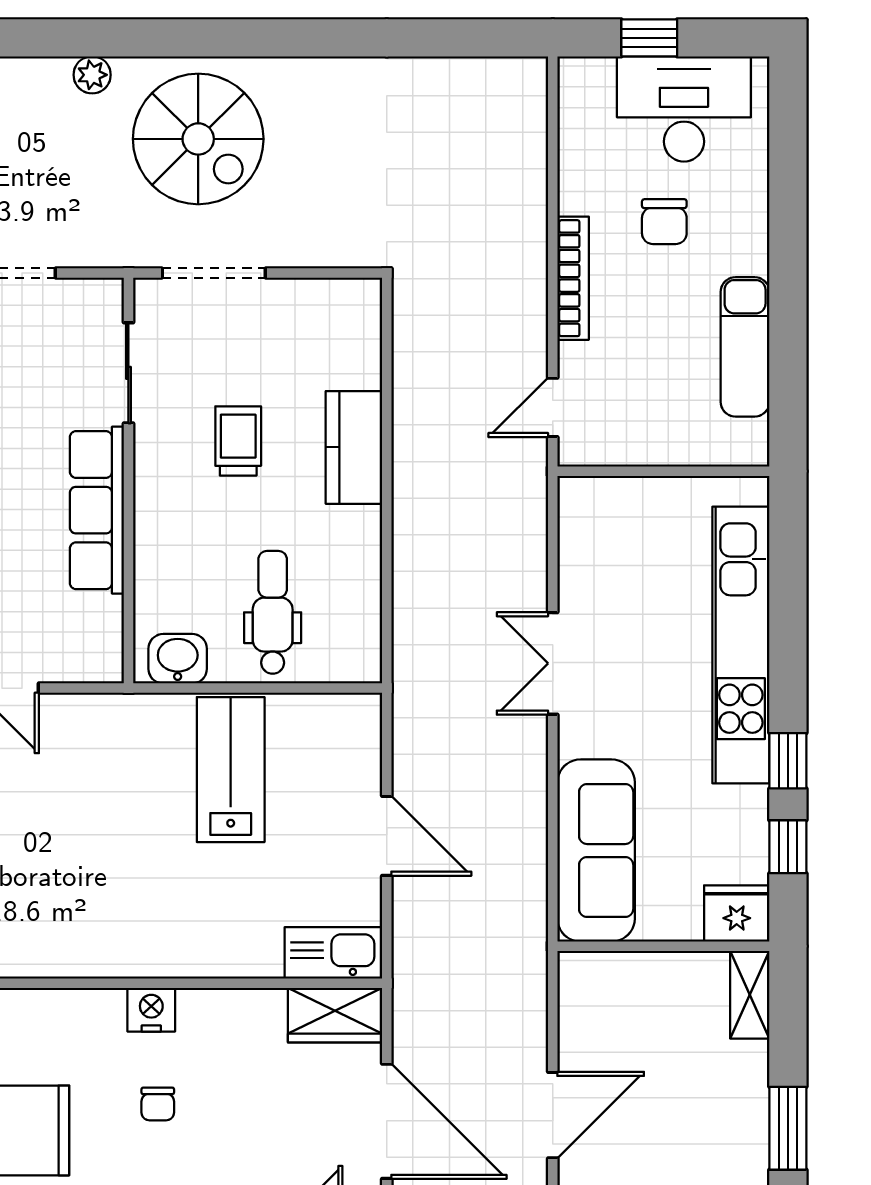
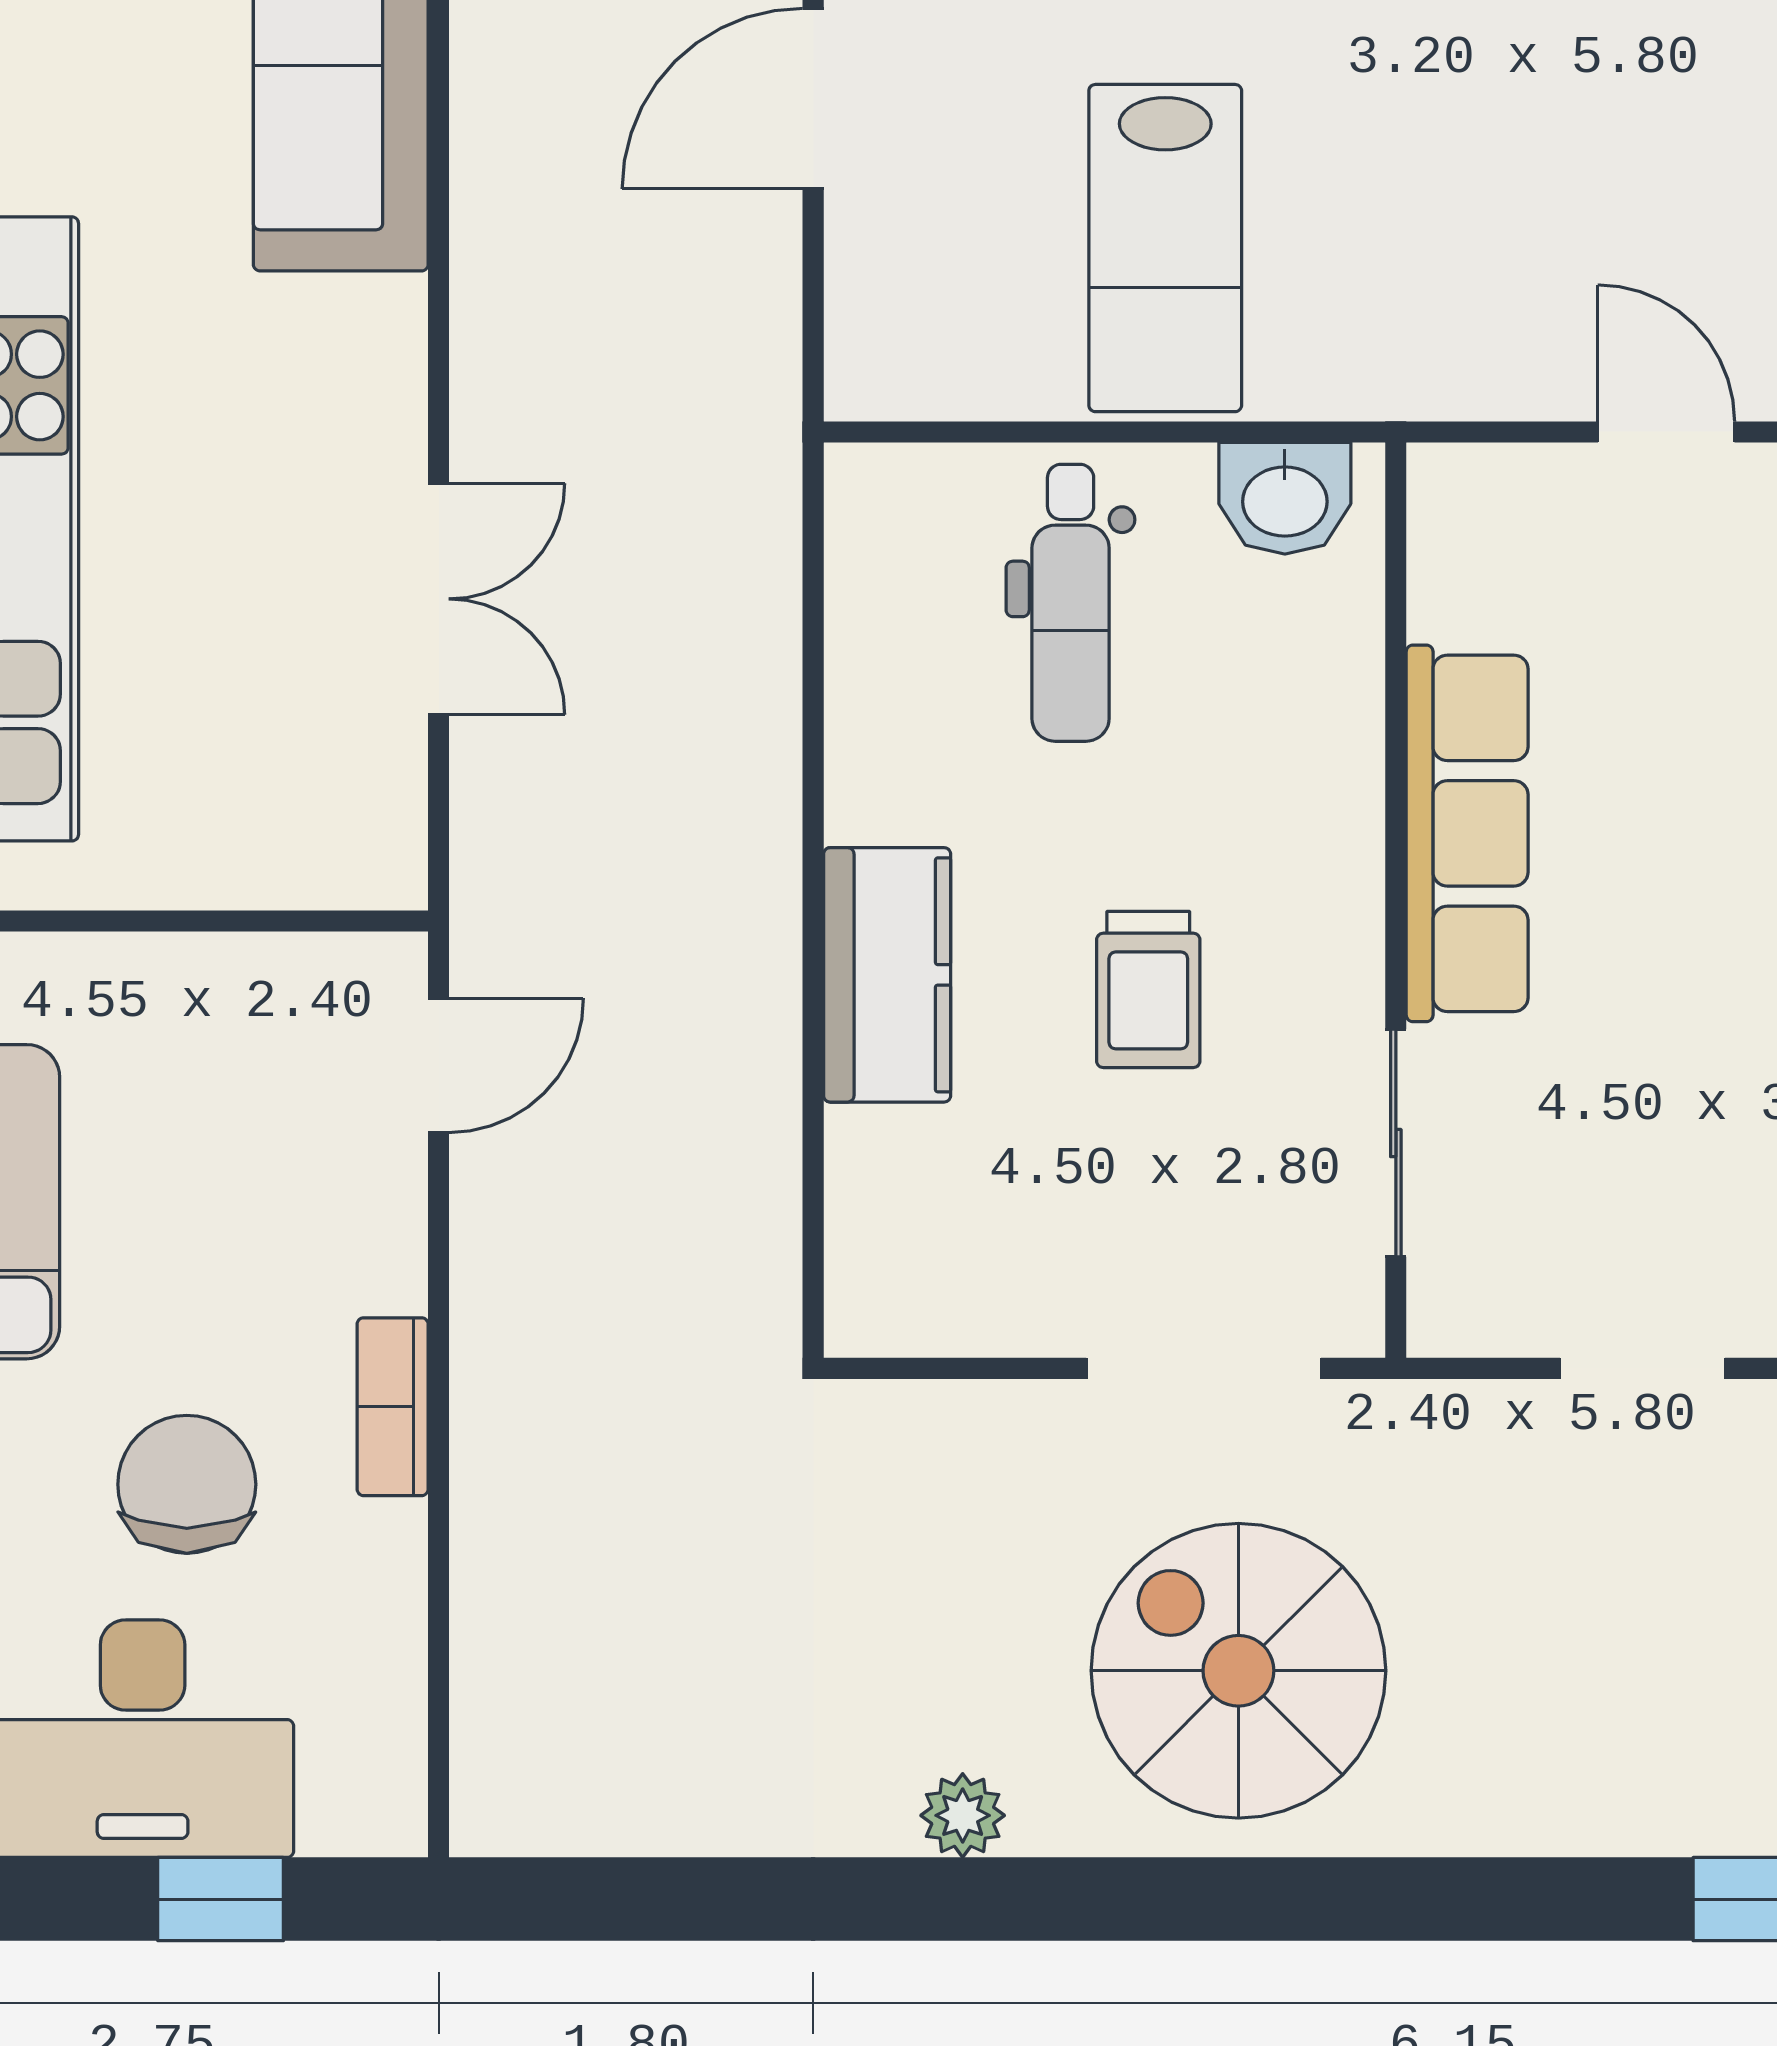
plant: (92, 75) -> (963, 1815), moved
chair: (664, 222) -> (187, 1484), width x1.37, depth x1.37
bookcase: (573, 278) -> (393, 1407), width x0.64
double door: (553, 663) -> (439, 599), moved
door: (387, 836) -> (813, 99), hinge flipped

